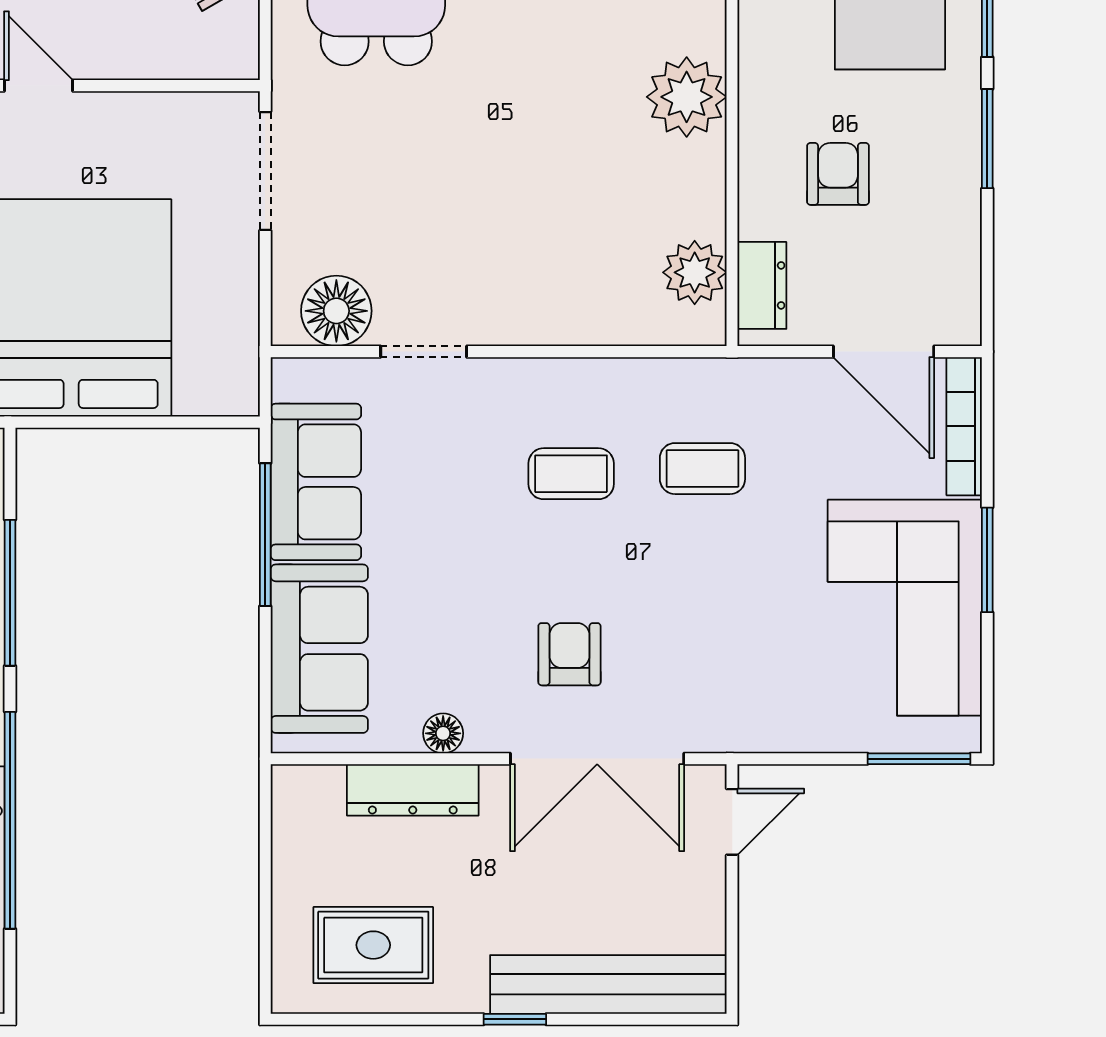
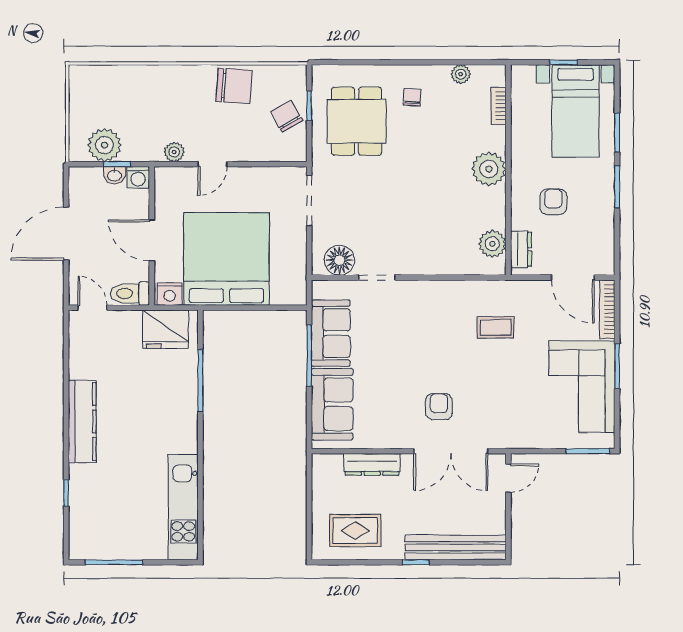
door: (38, 86) -> (213, 164), swing flipped
coffee table: (571, 474) -> (440, 330), removed
floor lamp: (443, 733) -> (385, 440), removed
window: (10, 820) -> (200, 477), removed

